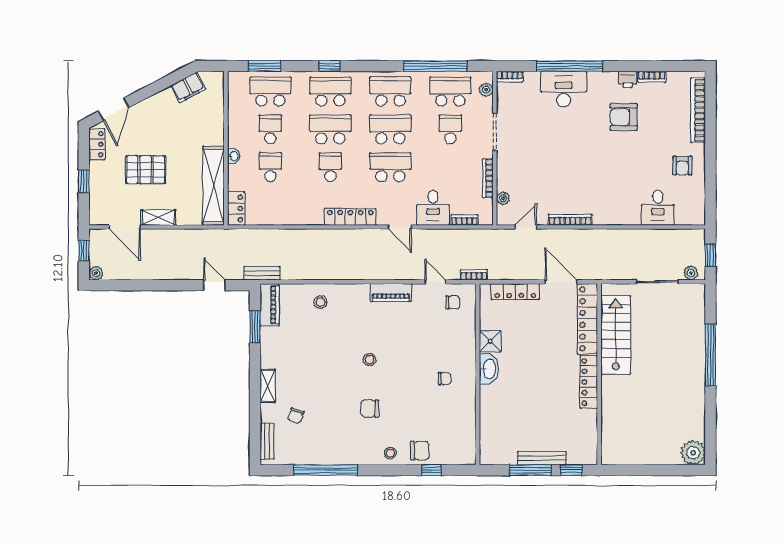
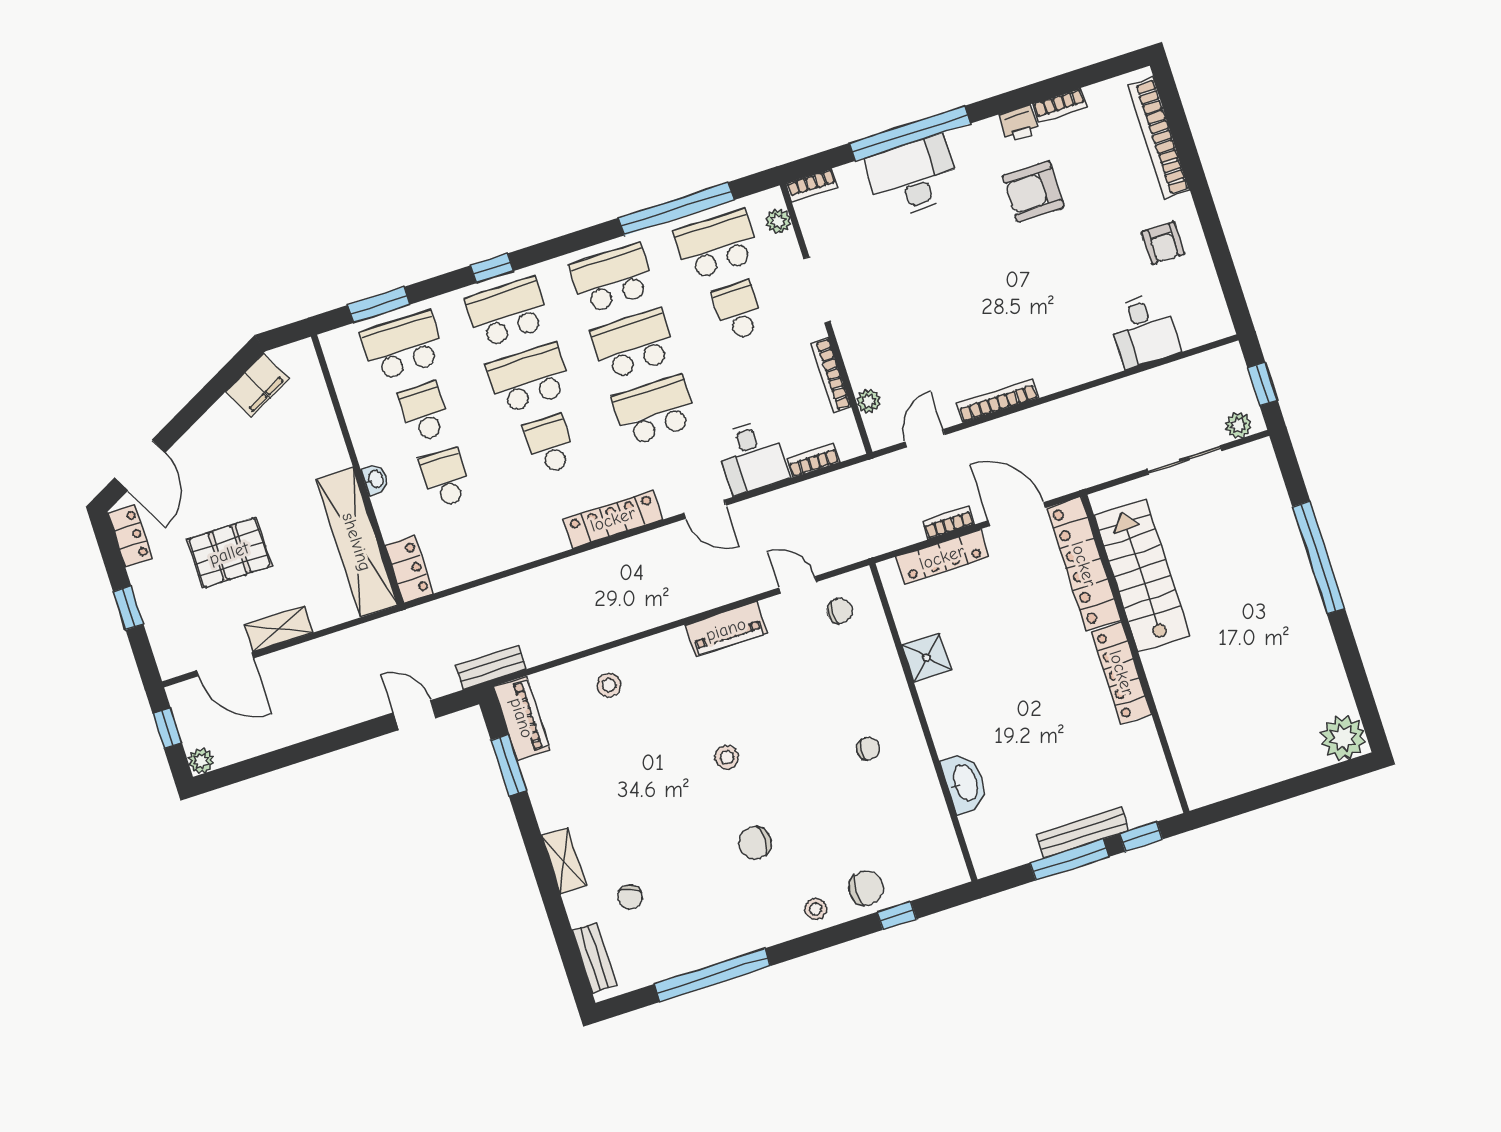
bookcase: (474, 275) -> (948, 523), moved
washbasin: (489, 369) -> (965, 783), moved

